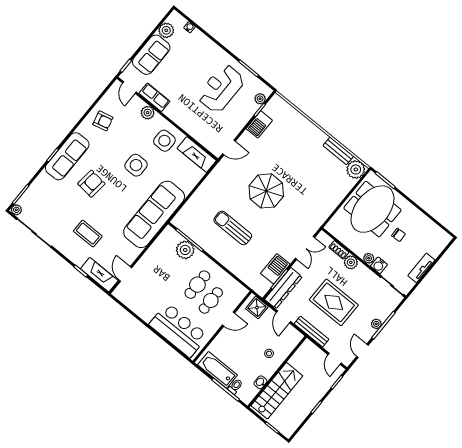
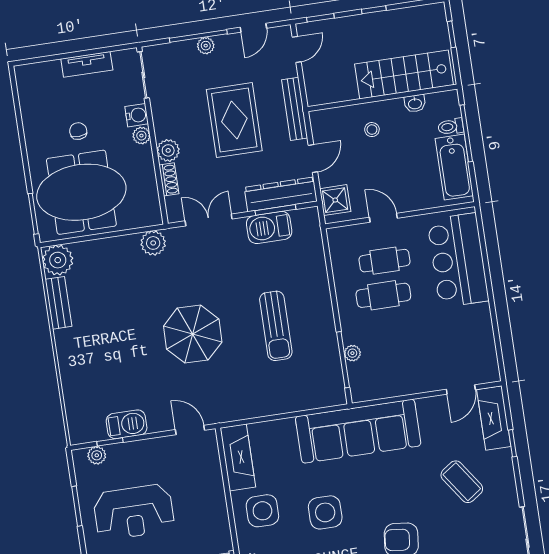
plant: (320, 215) -> (153, 243), added
coffee table: (88, 234) -> (462, 482), turned -35
plant: (185, 250) -> (352, 353), width x0.53, depth x0.53

